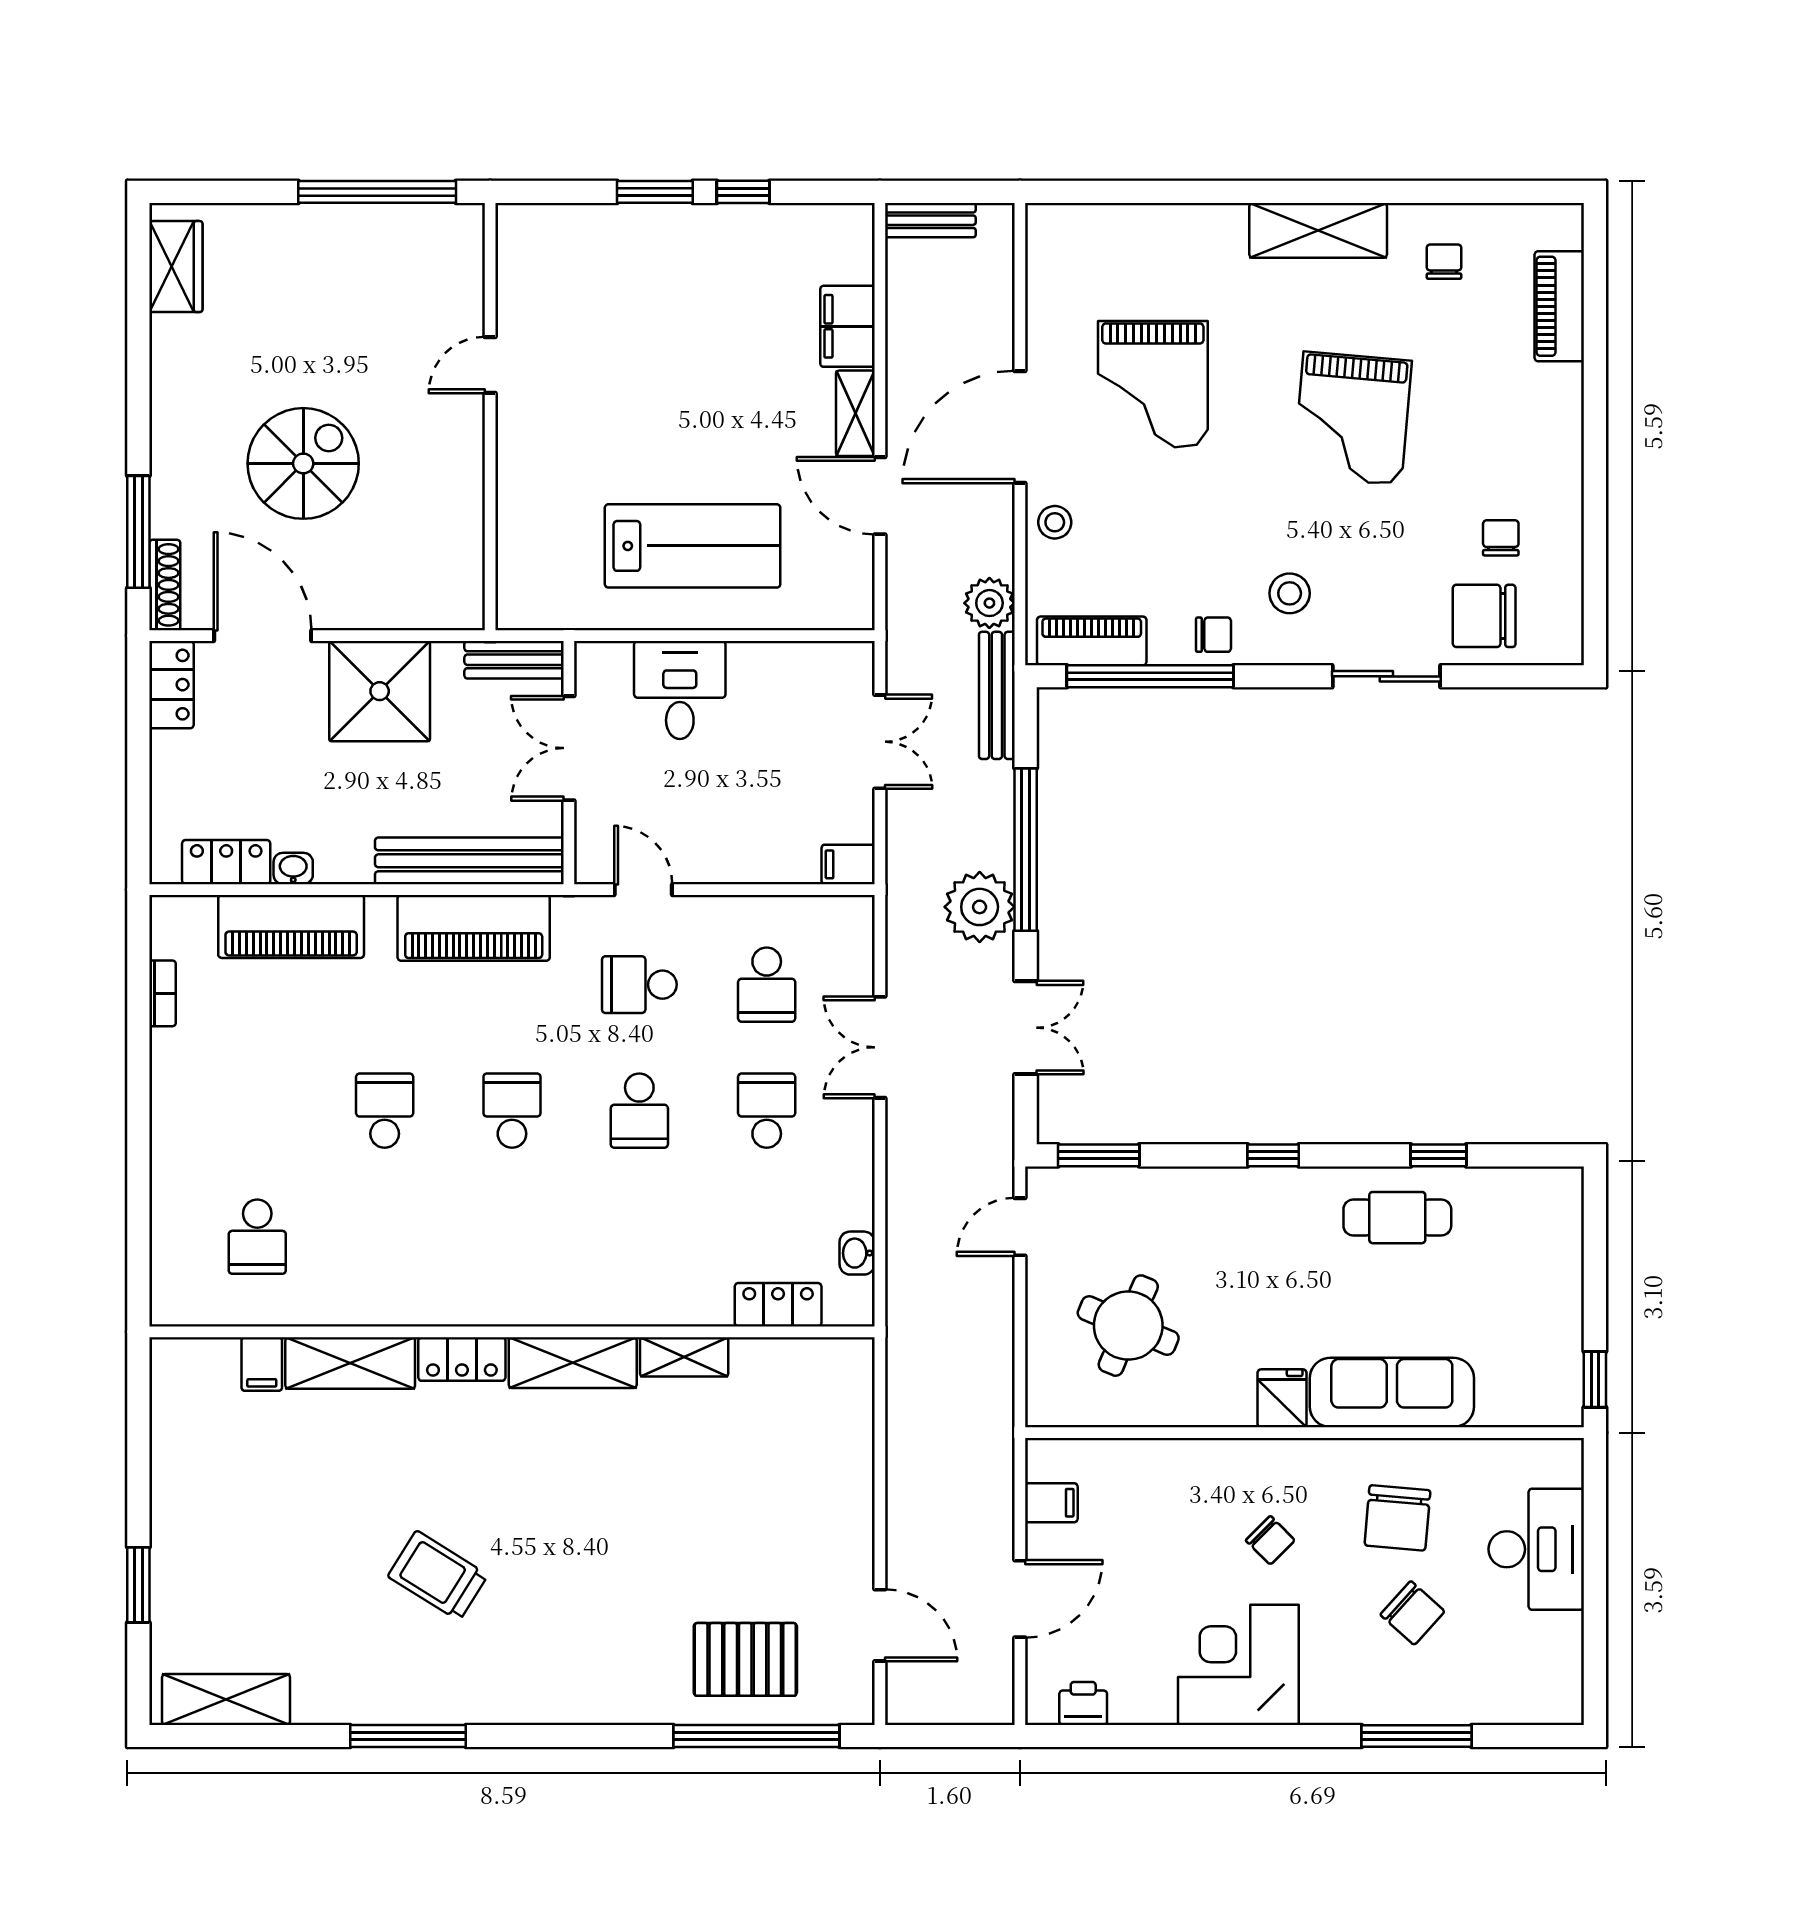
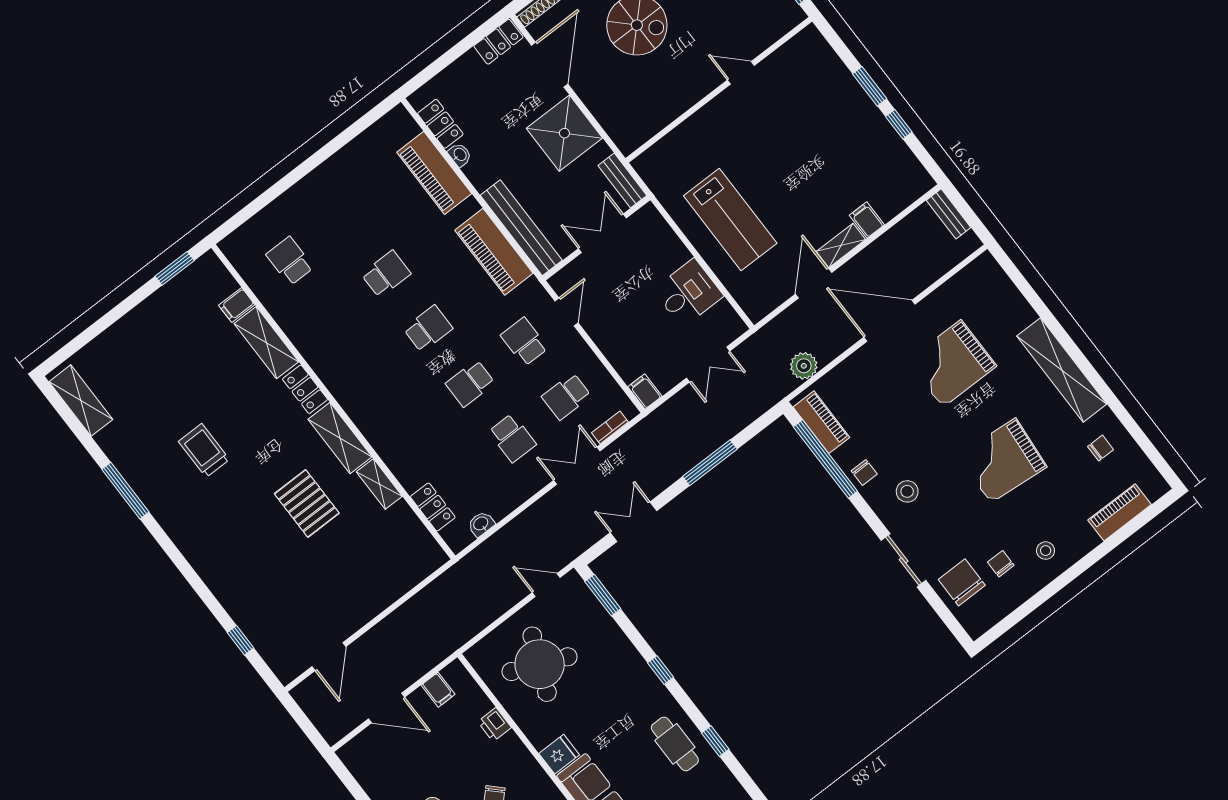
shelving: (1318, 230) -> (1062, 370), width x1.47
filing cabinet: (847, 326) -> (867, 220), width x0.50
stool: (1055, 522) -> (1046, 551), moved
chair: (1501, 538) -> (1001, 564), turned -90
desk: (680, 690) -> (688, 293), moved
bench: (997, 695) -> (767, 400), removed
window: (1026, 850) -> (710, 463), width x0.68
plant: (980, 907) -> (670, 462), removed
bookcase: (163, 993) -> (610, 427), moved, turned 180
double door: (1026, 1028) -> (634, 522), swing flipped
school desk: (767, 1111) -> (512, 438), turned 90
school desk: (257, 1237) -> (290, 261), turned 90
round table: (1128, 1326) -> (540, 664), width x1.36, depth x1.36
trolley: (438, 1576) -> (204, 450), turned -32
window: (138, 1585) -> (175, 268), moved
pallet: (745, 1659) -> (307, 503), moved
printer: (1083, 1703) -> (495, 725), moved, turned 180
window: (756, 1736) -> (241, 640), width x0.32

